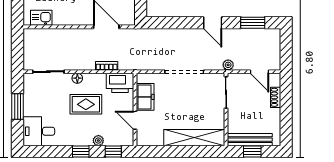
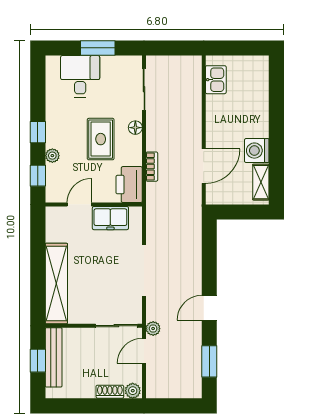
door: (259, 72) -> (144, 351), moved
plant: (275, 80) -> (133, 391), added
desk: (39, 131) -> (80, 76), moved

